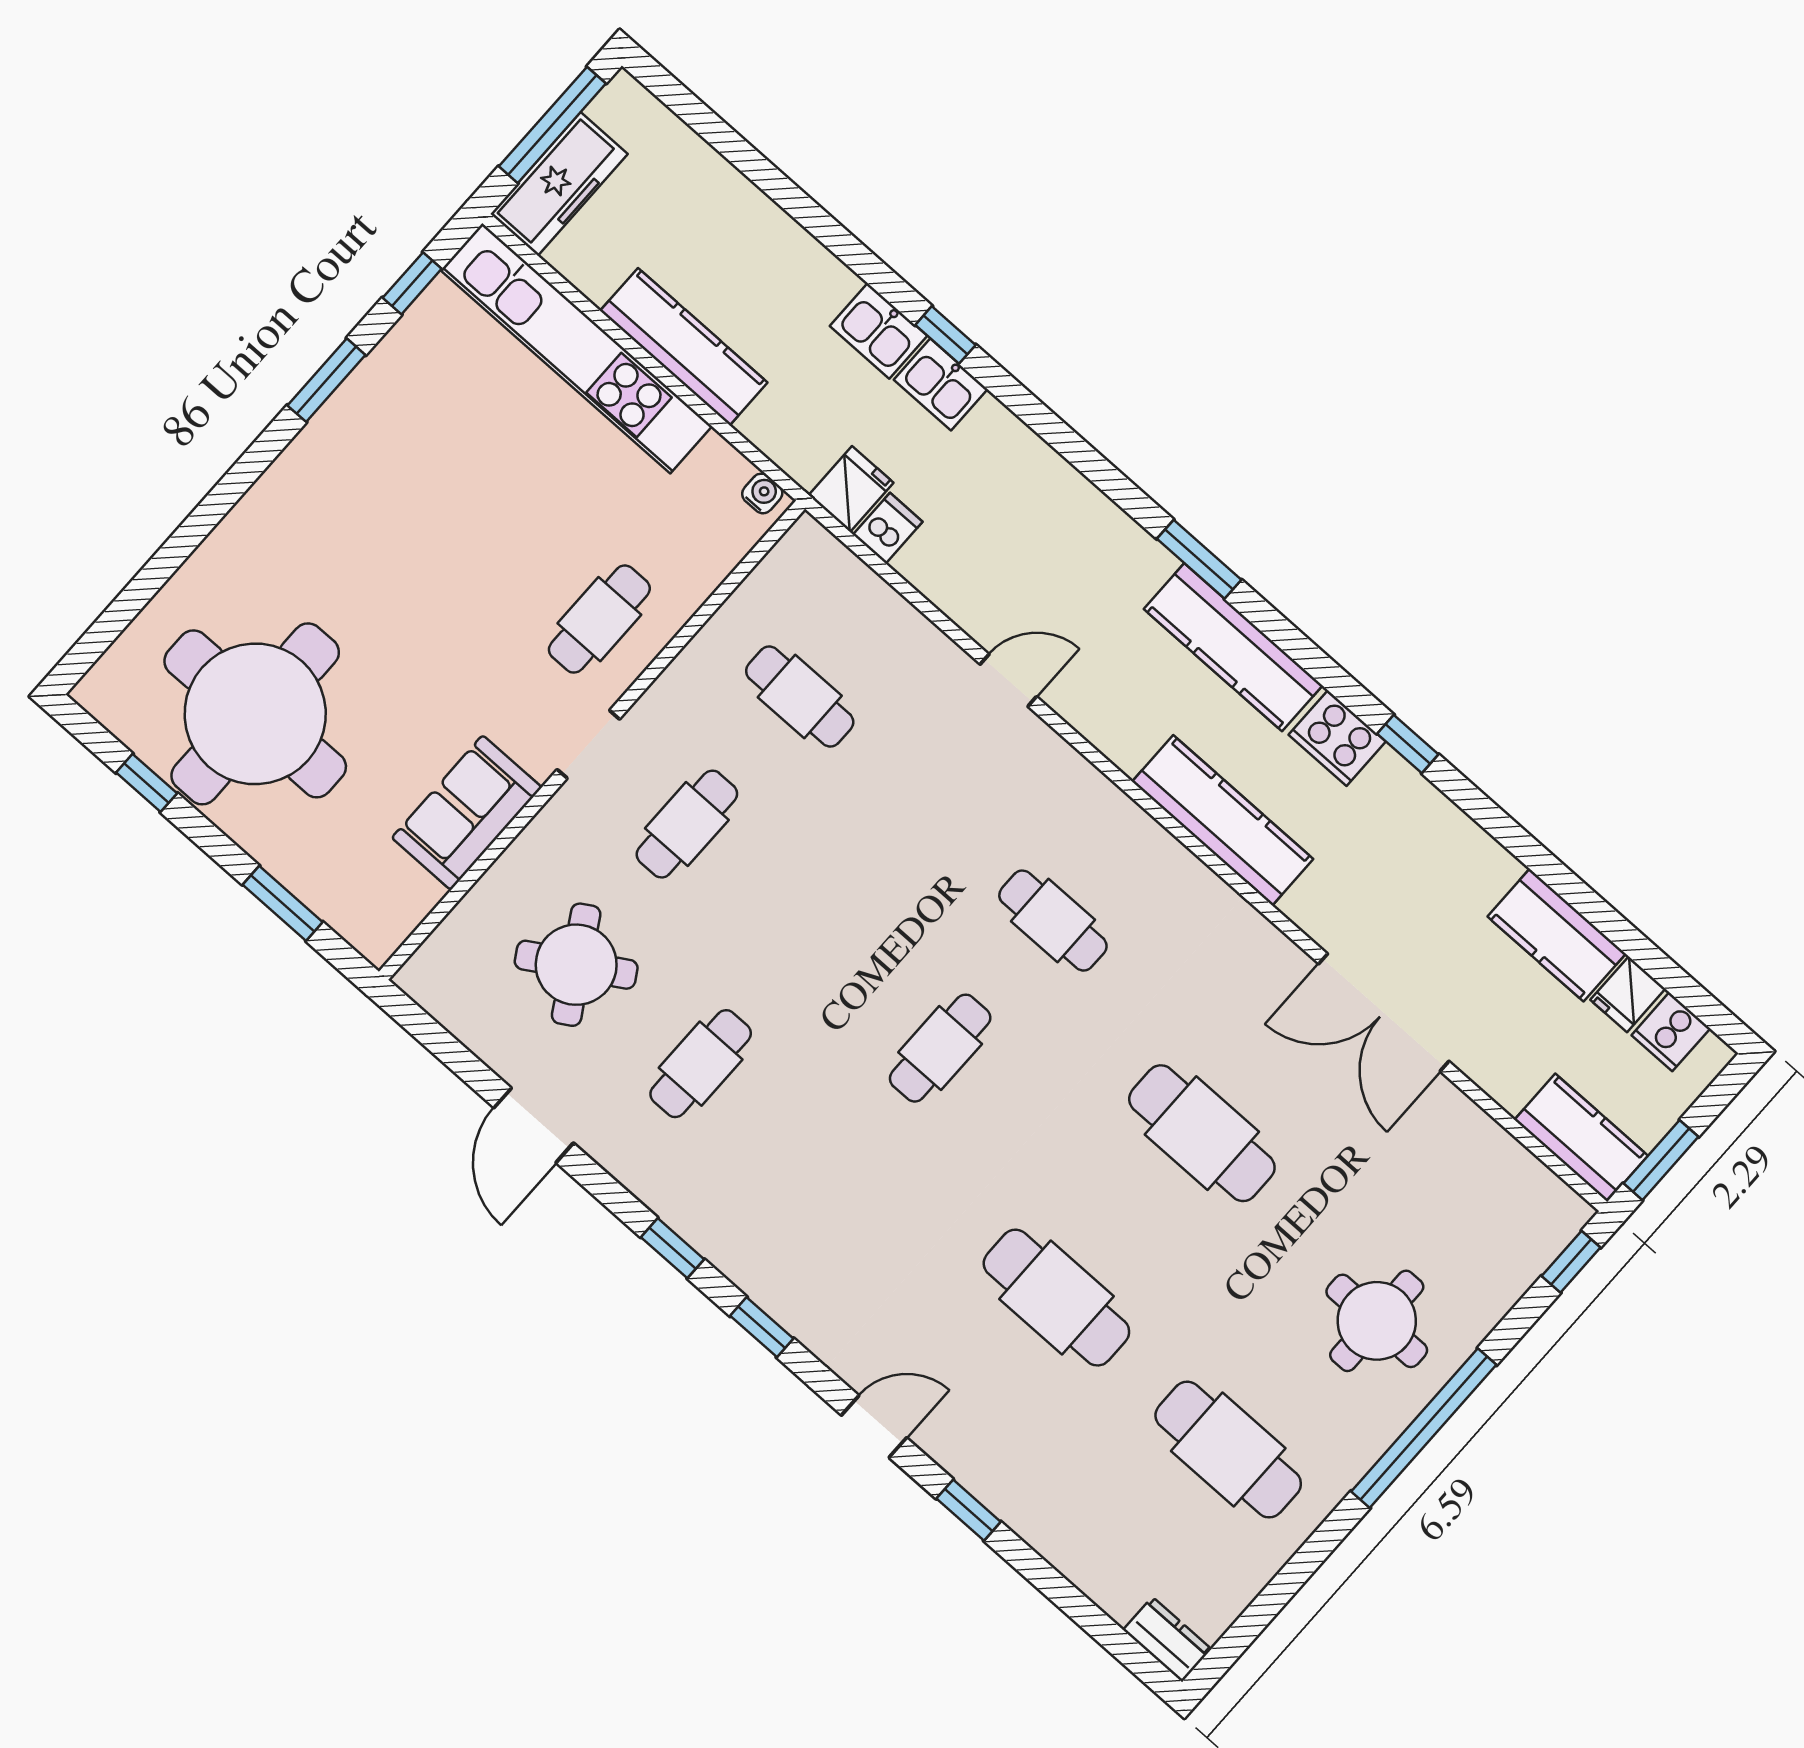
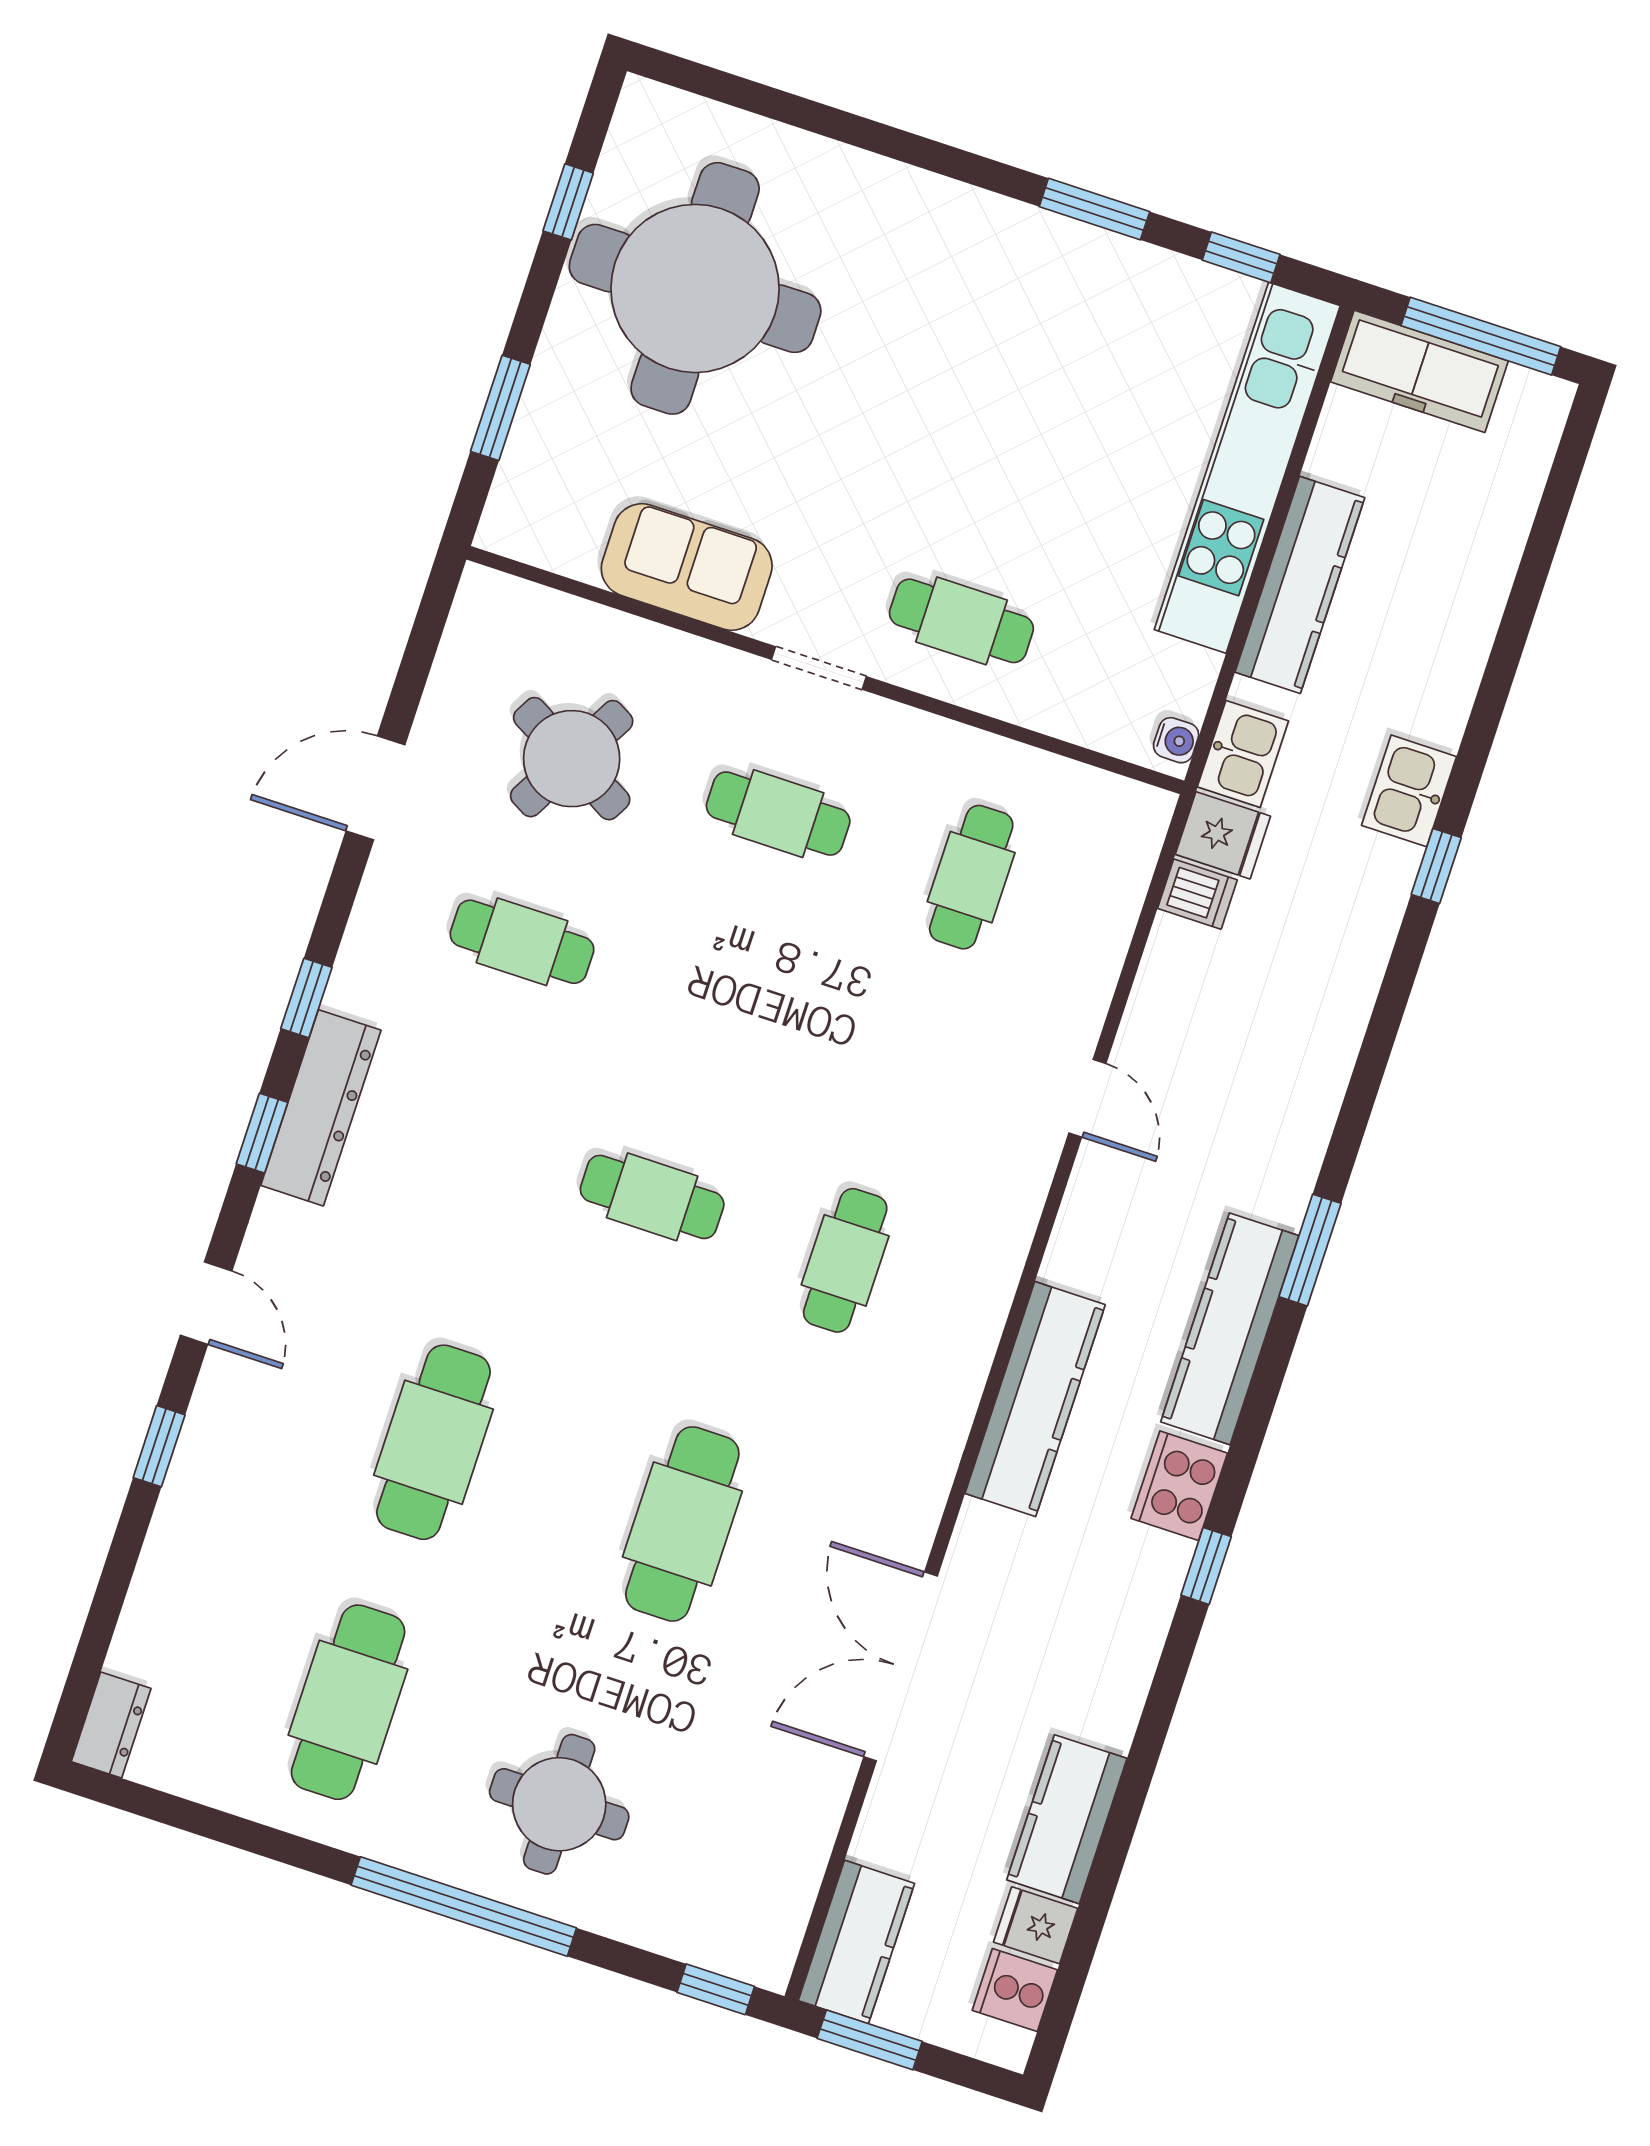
kitchen sink: (941, 384) -> (1243, 754), moved, turned 180
round table: (576, 965) -> (572, 759), turned -30
dresser: (762, 1273) -> (321, 1108), added

